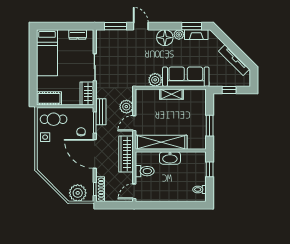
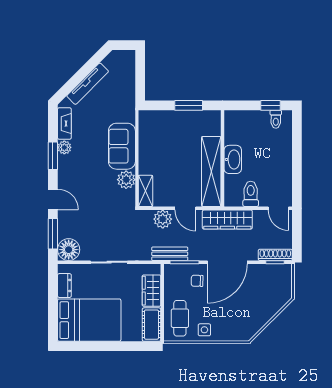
door: (141, 26) -> (53, 199), swing flipped
window: (192, 26) -> (53, 156), moved
floor lamp: (165, 38) -> (69, 250), moved
bed: (47, 53) -> (89, 320), width x1.50
tv unit: (234, 60) -> (88, 84), moved
sofa: (186, 77) -> (122, 146), width x0.73
window: (229, 90) -> (140, 79), removed
wardrobe: (87, 94) -> (151, 291), moved, turned 90
shelving: (172, 94) -> (146, 191), moved
window: (210, 169) -> (270, 105), moved
plant: (78, 193) -> (280, 285), removed

